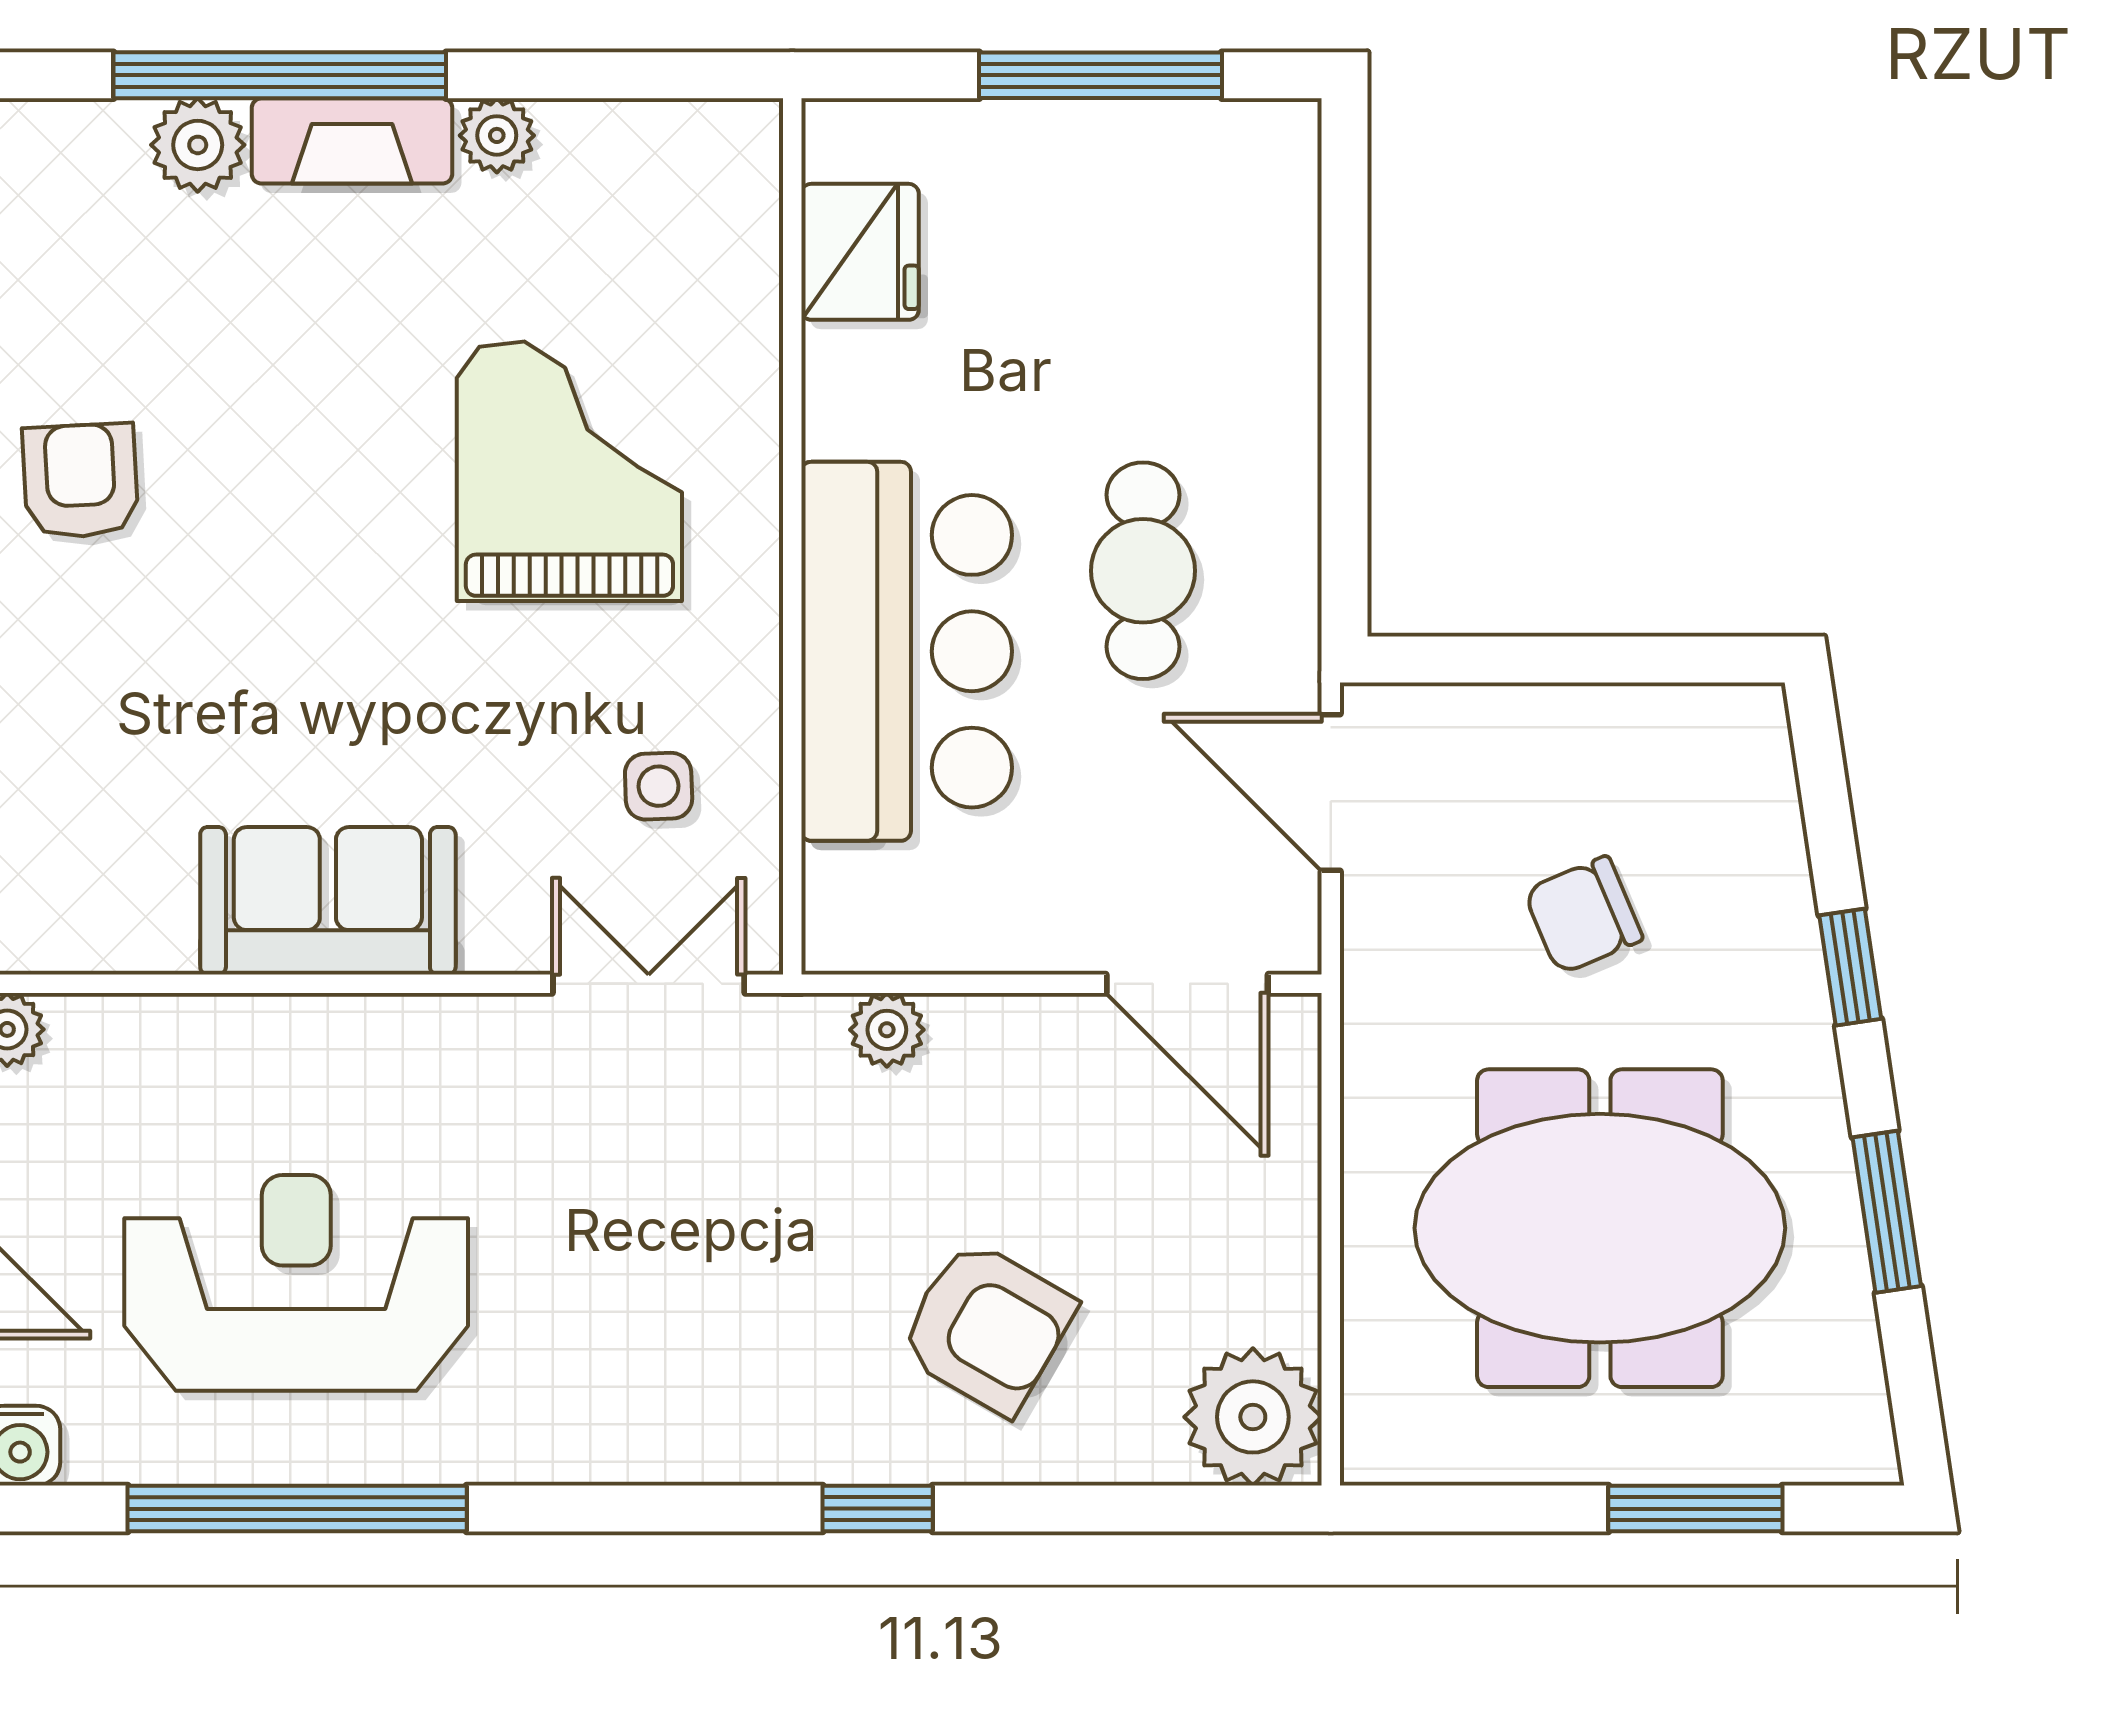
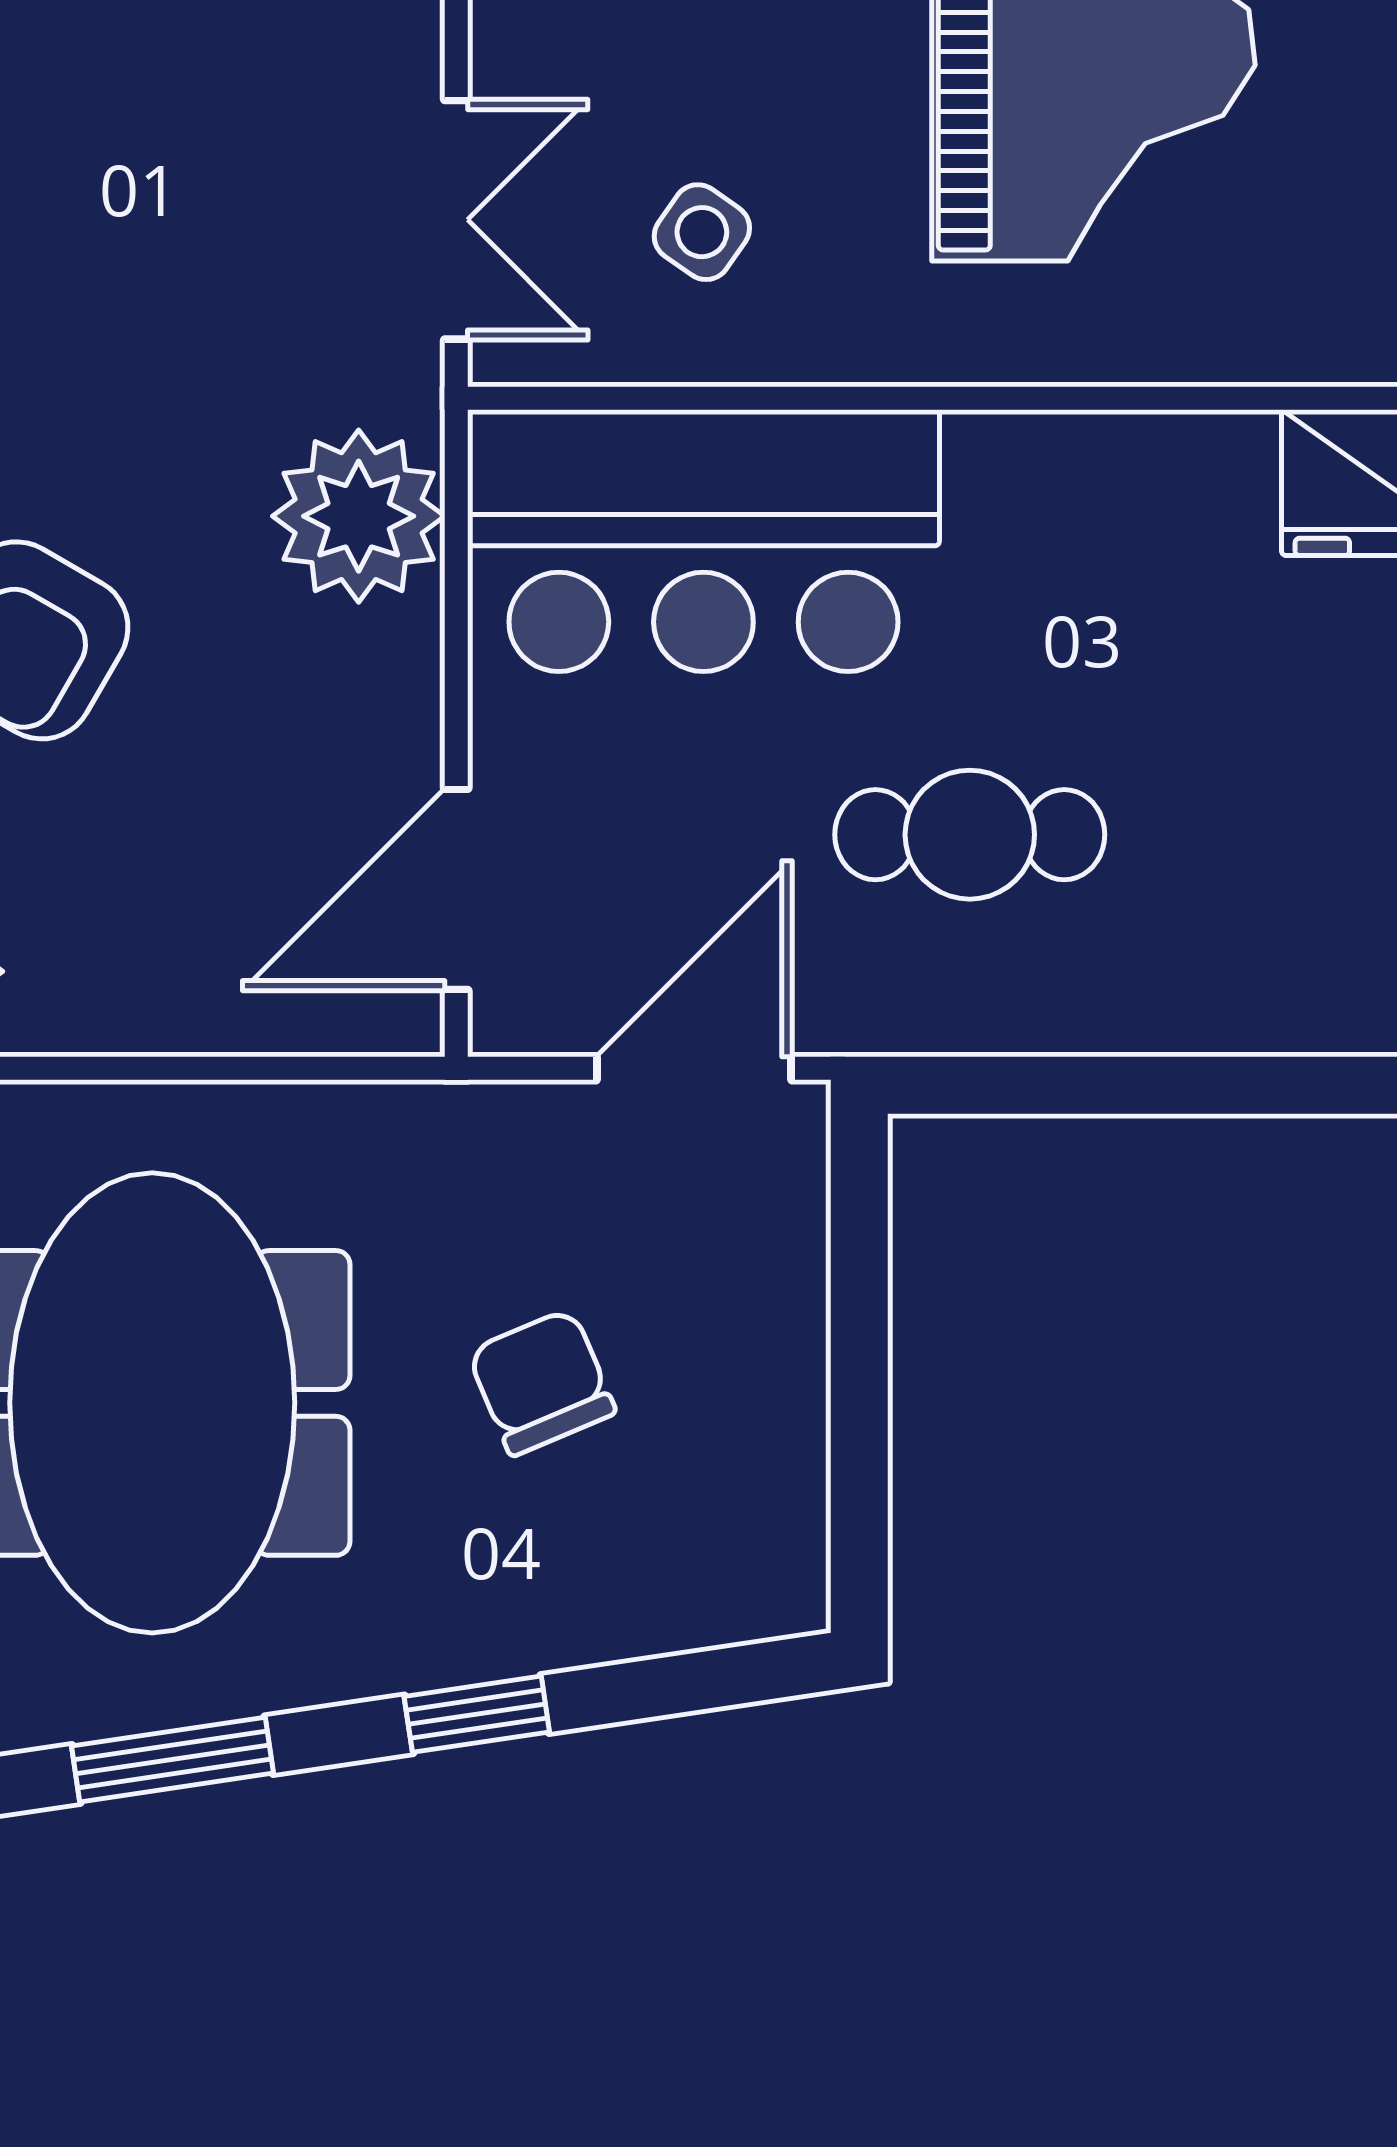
bar counter: (907, 651) -> (703, 541), moved
side table: (659, 786) -> (702, 232), turned 37
plant: (887, 1030) -> (359, 516), width x1.87, depth x1.87

